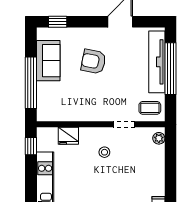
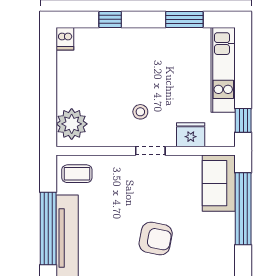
sofa: (48, 61) -> (219, 183), moved
doorway: (124, 124) -> (150, 151), moved
plant: (159, 138) -> (72, 124), width x1.87, depth x1.87

